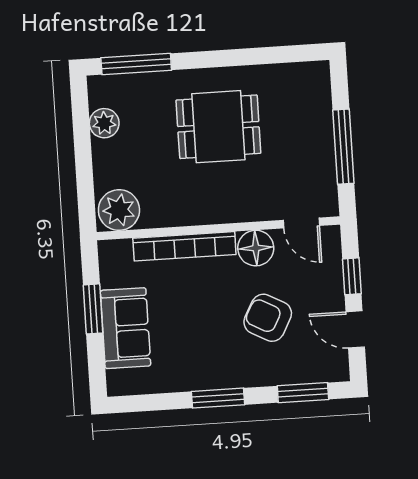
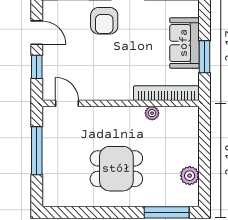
plant: (119, 210) -> (152, 113), moved, width x0.53, depth x0.53
bookcase: (184, 246) -> (166, 93), moved
floor lamp: (256, 248) -> (97, 89), removed
armchair: (268, 318) -> (104, 21), moved, turned 62

